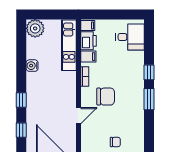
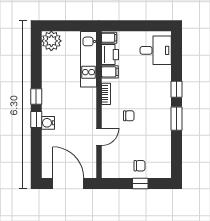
water cooler: (32, 66) -> (48, 123), moved
chair: (106, 97) -> (129, 116), width x0.54, depth x0.54
window: (21, 130) -> (36, 96), moved

